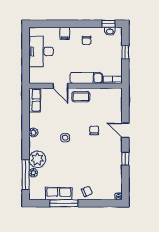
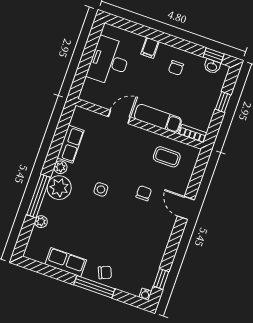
door: (60, 86) -> (119, 117), swing flipped
coffee table: (81, 97) -> (167, 157), moved
row of seats: (35, 100) -> (71, 144), moved
plant: (37, 159) -> (59, 188), moved
window: (125, 159) -> (161, 279), moved
window: (26, 175) -> (38, 196), moved
window: (64, 203) -> (94, 287), moved

